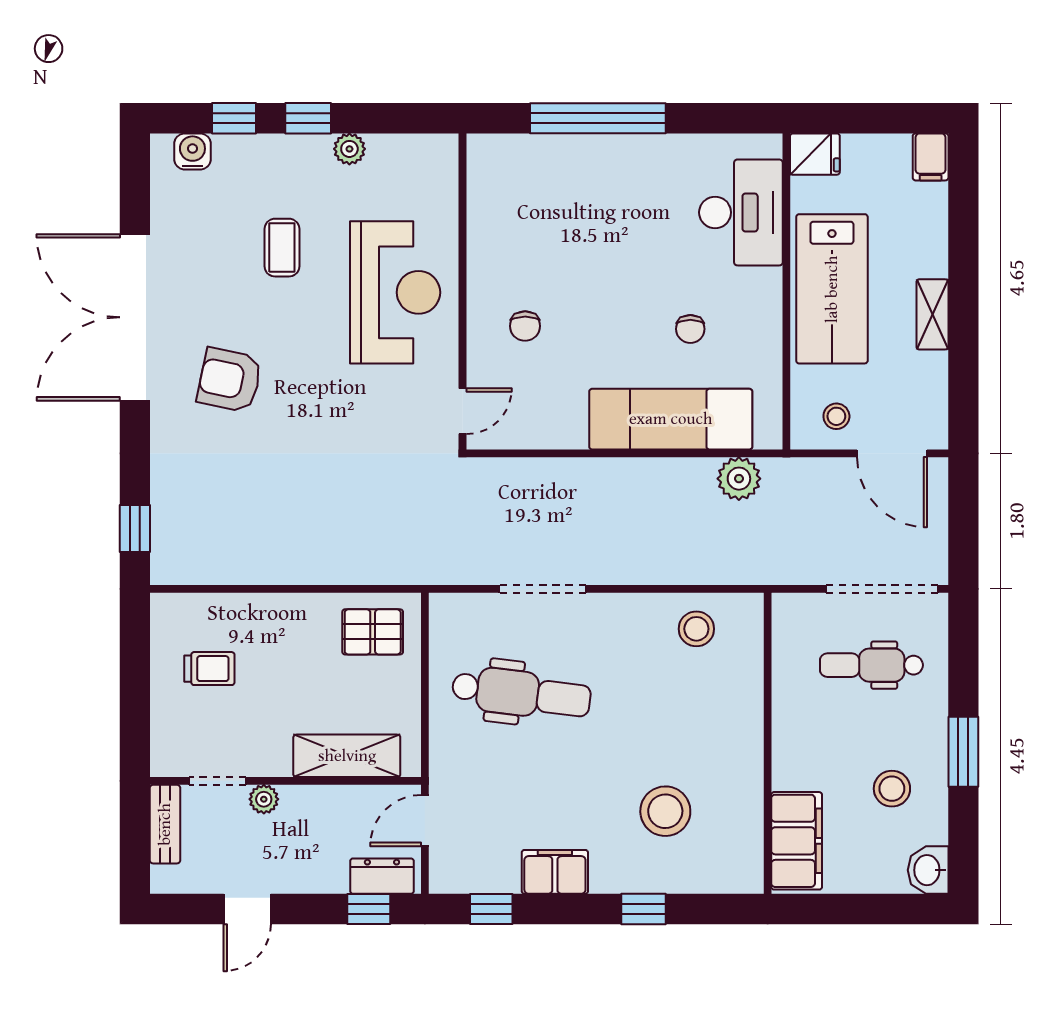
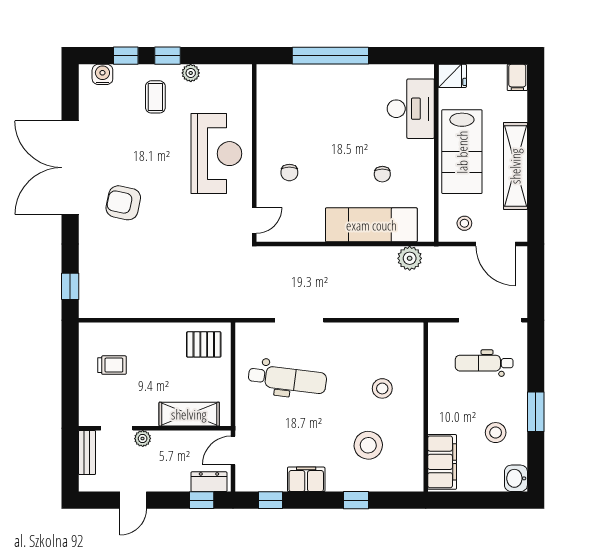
coffee table: (282, 248) -> (155, 97), moved
shelving: (932, 314) -> (515, 166), width x2.20, depth x1.33
stool: (696, 629) -> (382, 388), moved

